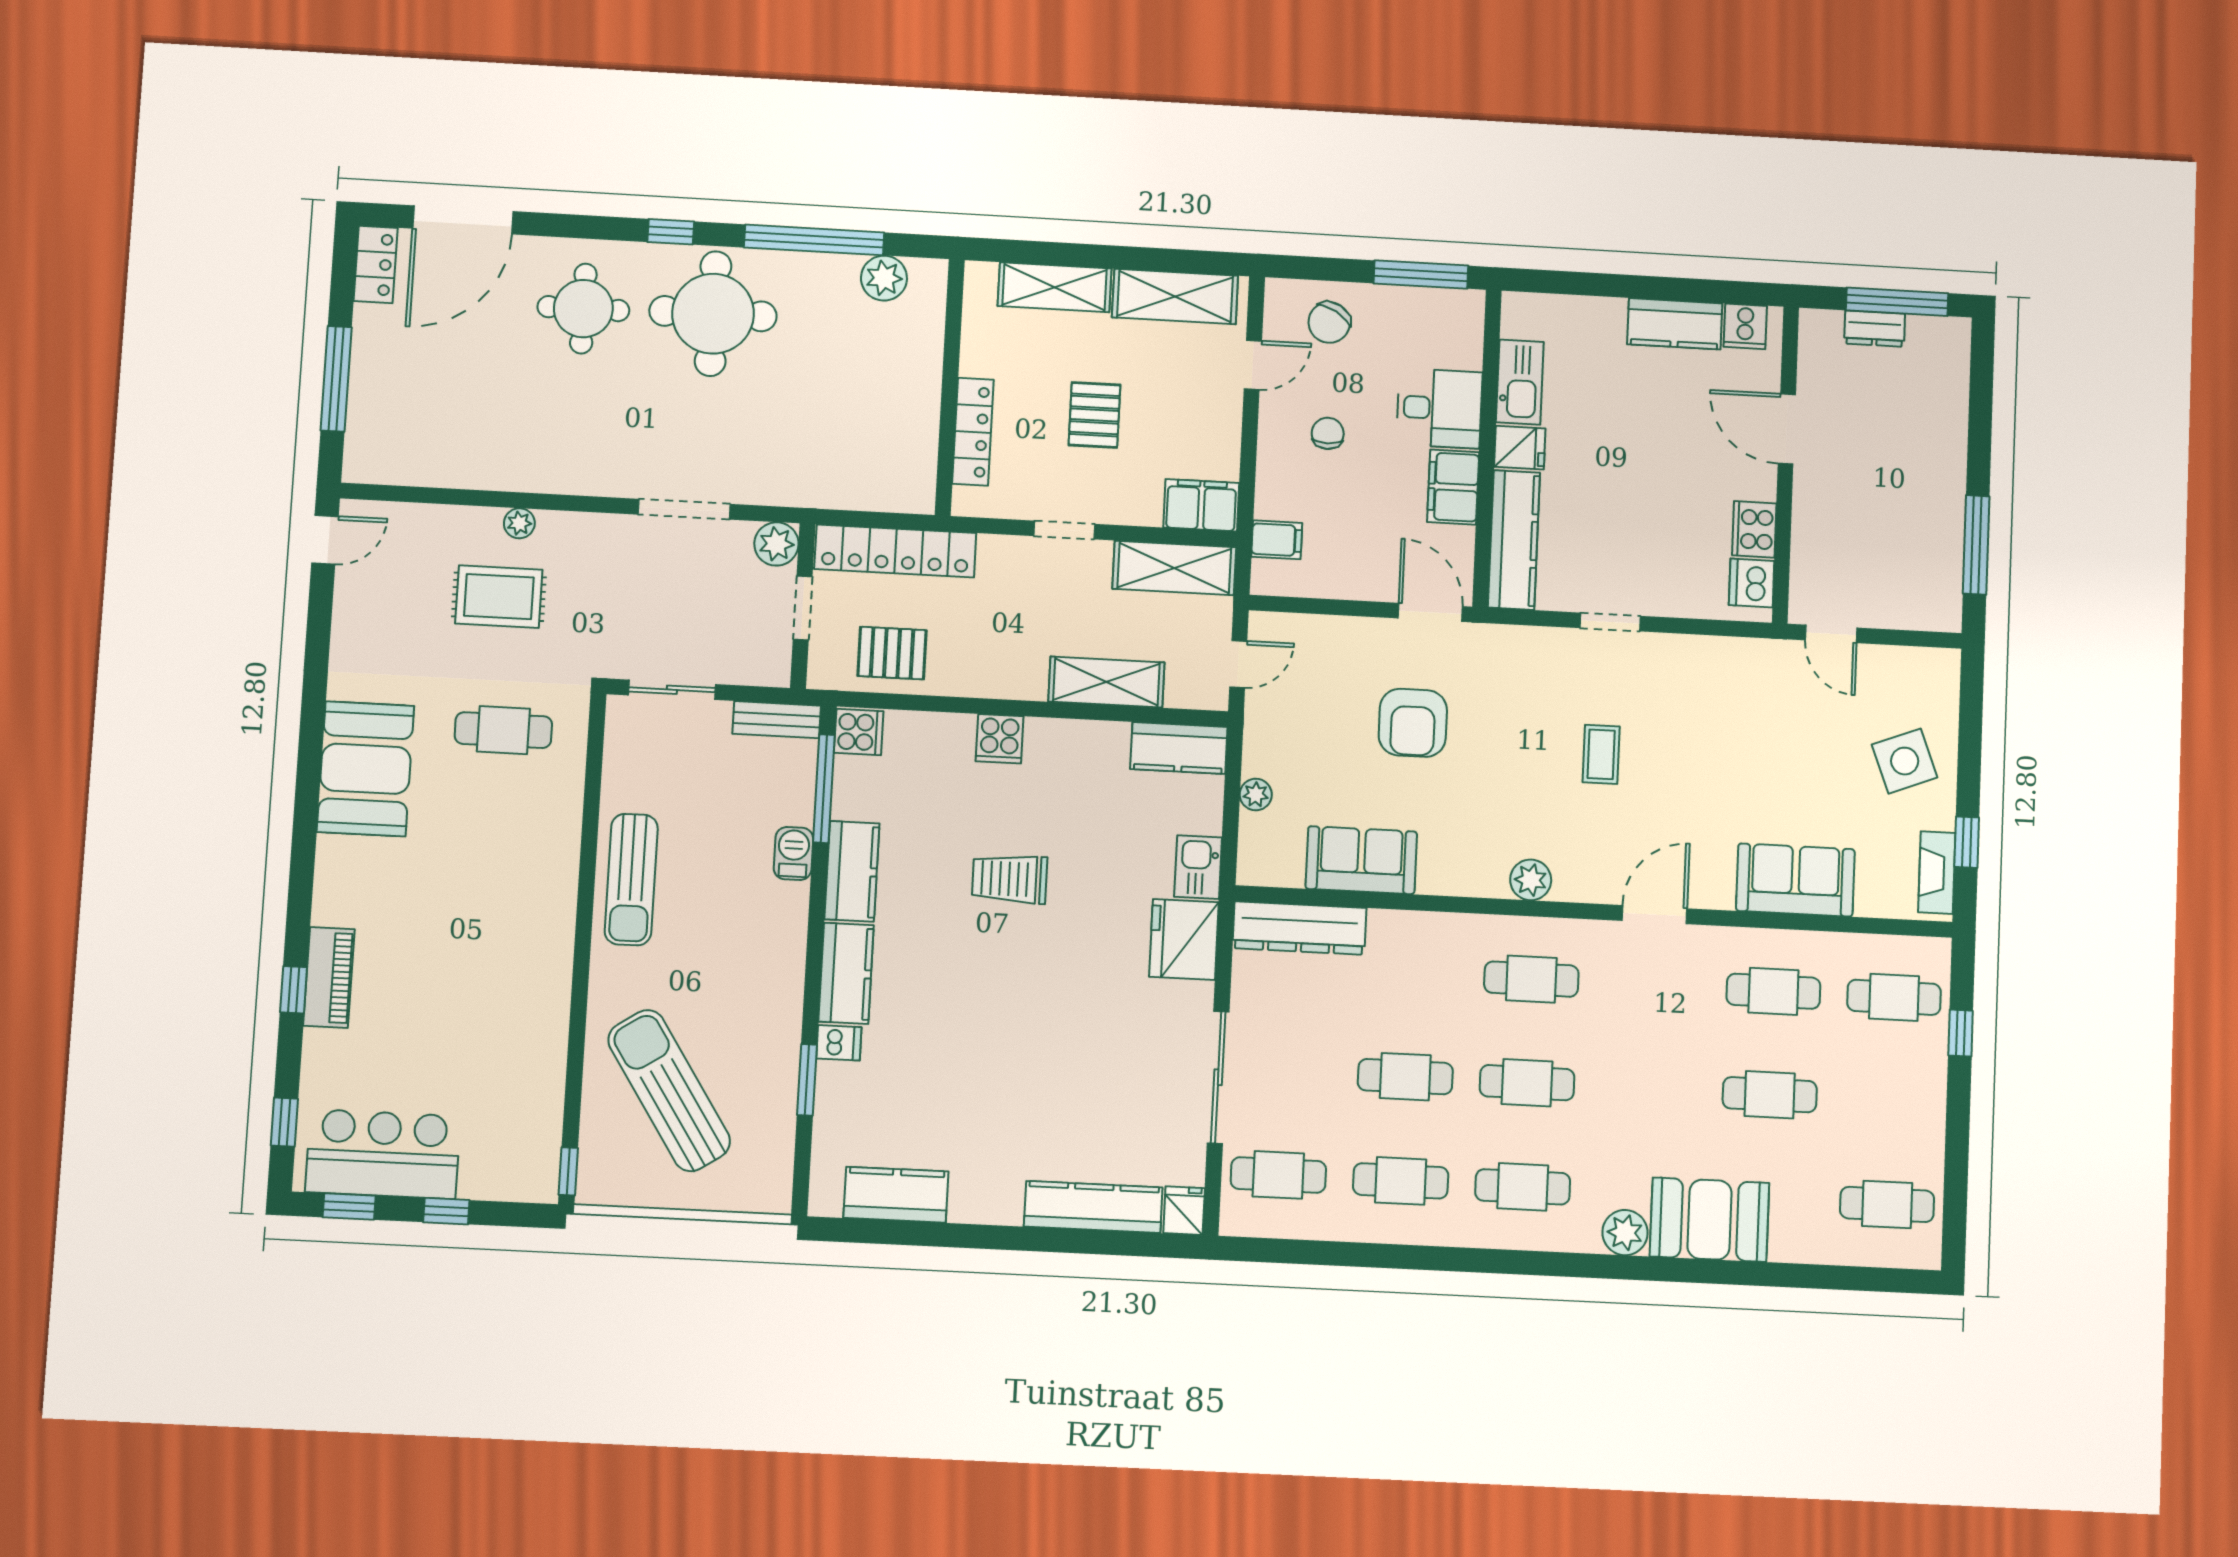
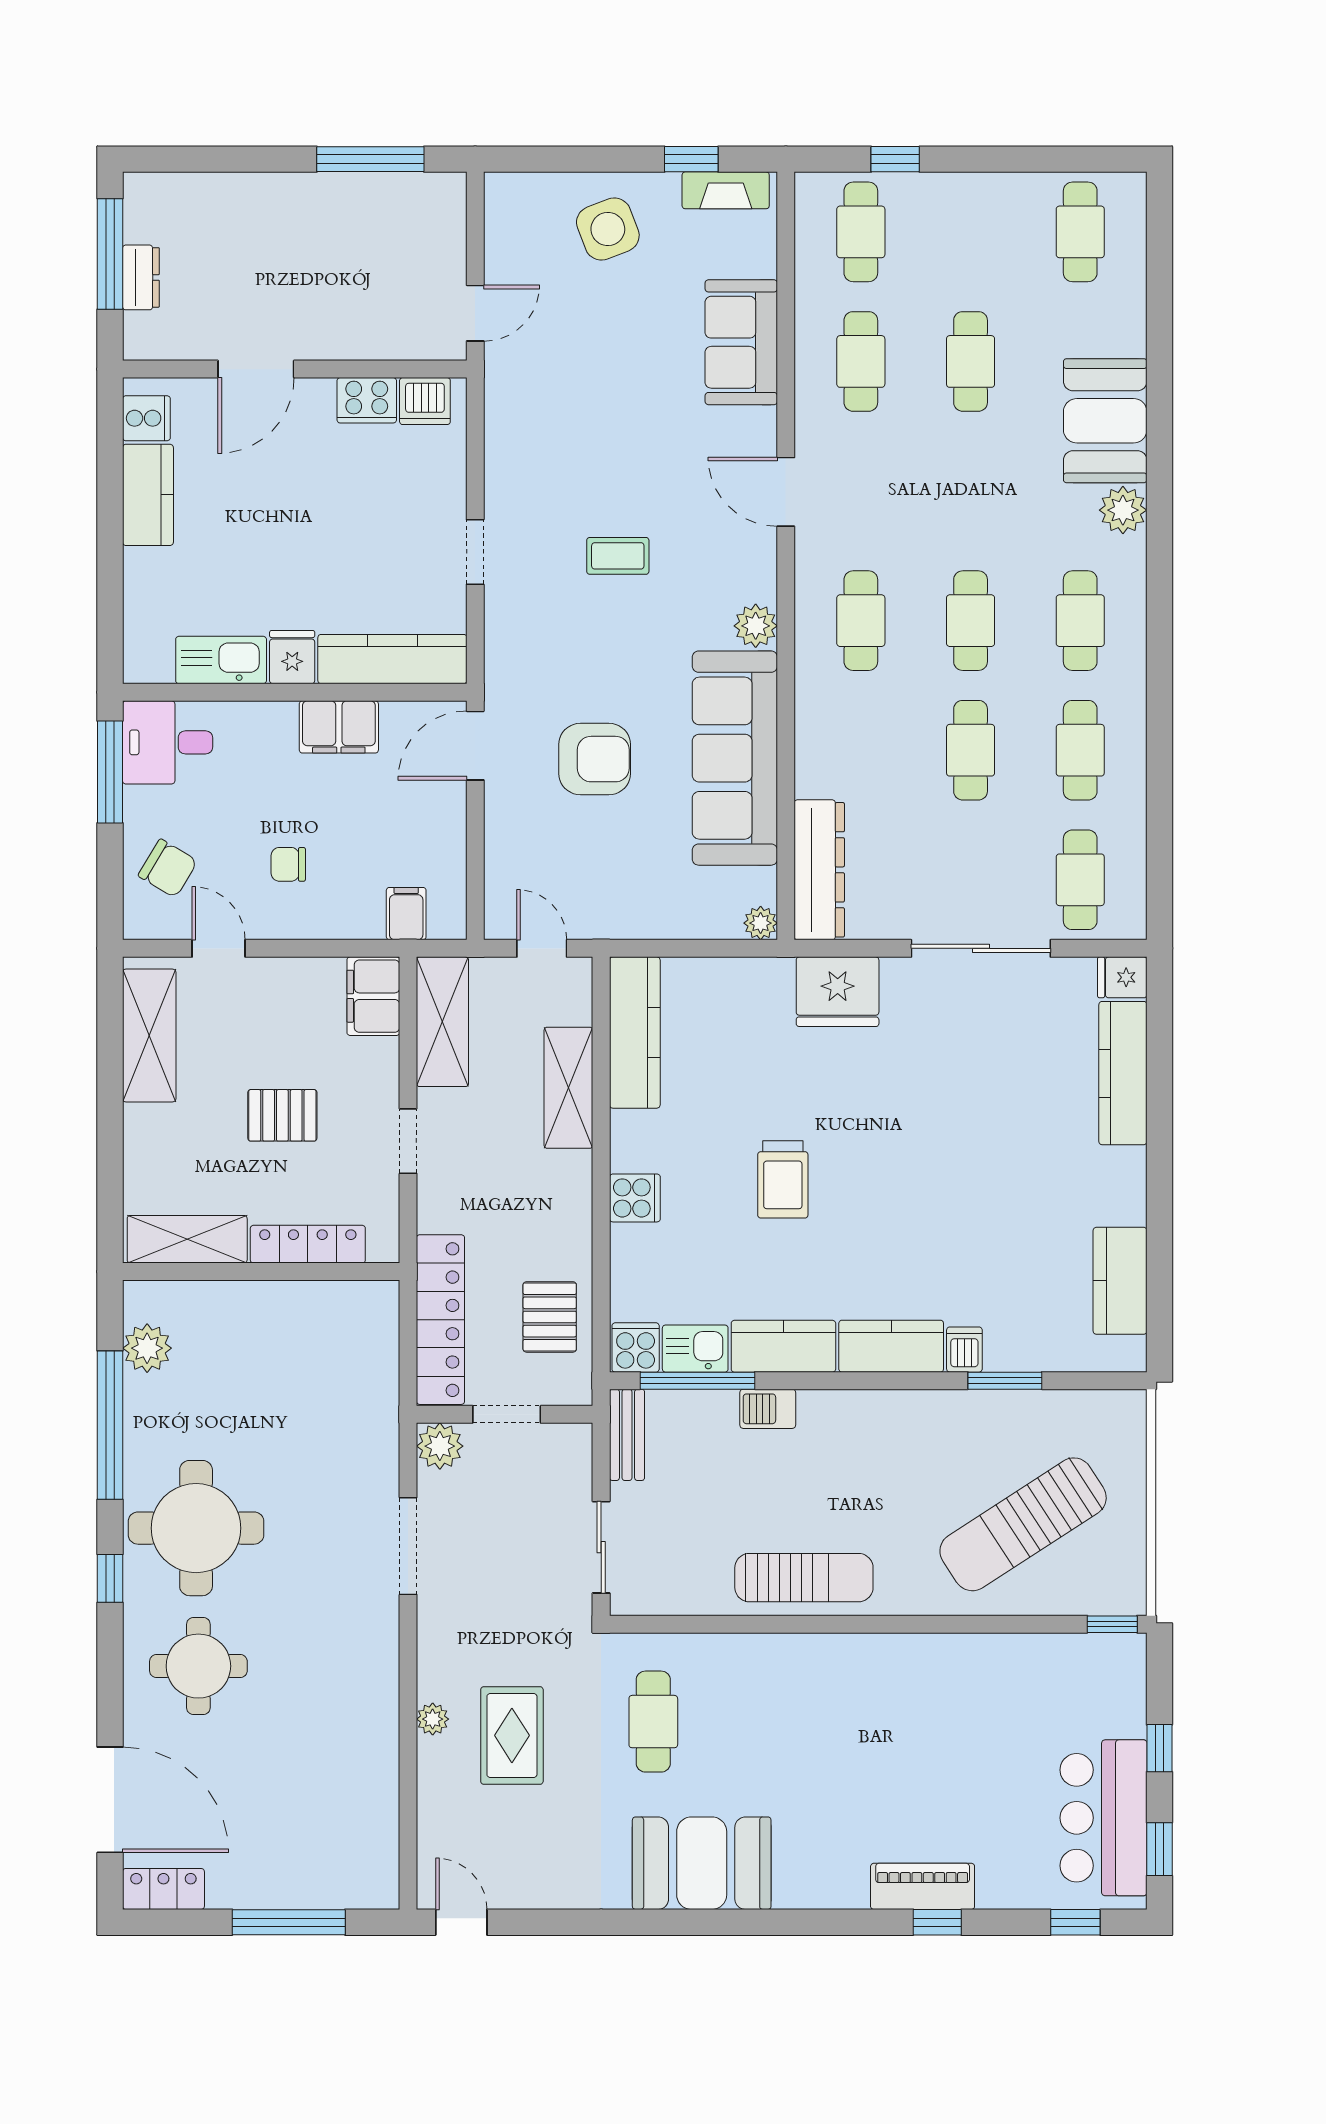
shelving: (1055, 287) -> (187, 1239), moved, turned 90
desk: (1439, 408) -> (168, 742), moved, turned -90
kitchen counter: (1179, 748) -> (635, 1032), width x1.50
plant: (1256, 795) -> (761, 923), moved
sofa: (1361, 860) -> (735, 758), width x1.85, depth x1.27
kitchen sink: (1198, 867) -> (695, 1349), moved, turned 180

